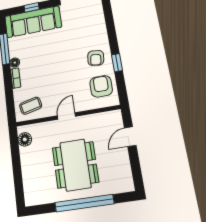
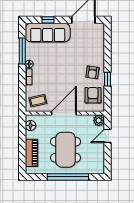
door: (66, 116) -> (64, 113), width x1.87
plant: (114, 118) -> (99, 120), added
piano: (30, 176) -> (31, 153), added

